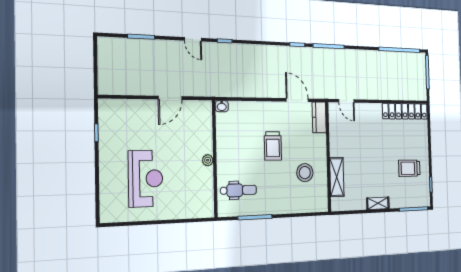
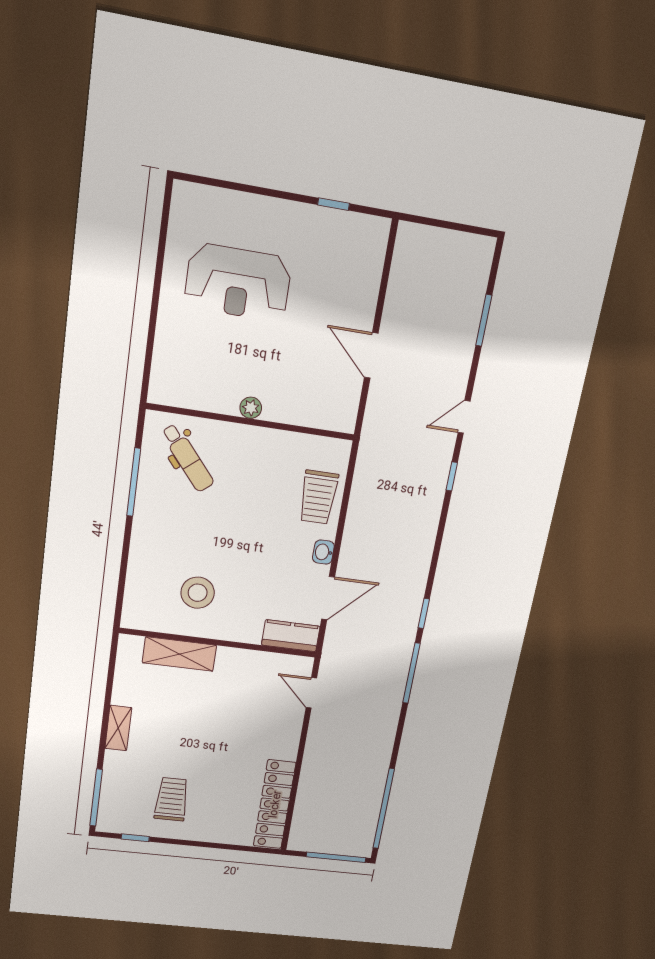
door: (346, 101) -> (311, 693), hinge flipped
washbasin: (222, 106) -> (323, 552), moved
trolley: (273, 146) -> (318, 497), moved, turned -90
dental chair: (238, 190) -> (188, 458), turned -40

